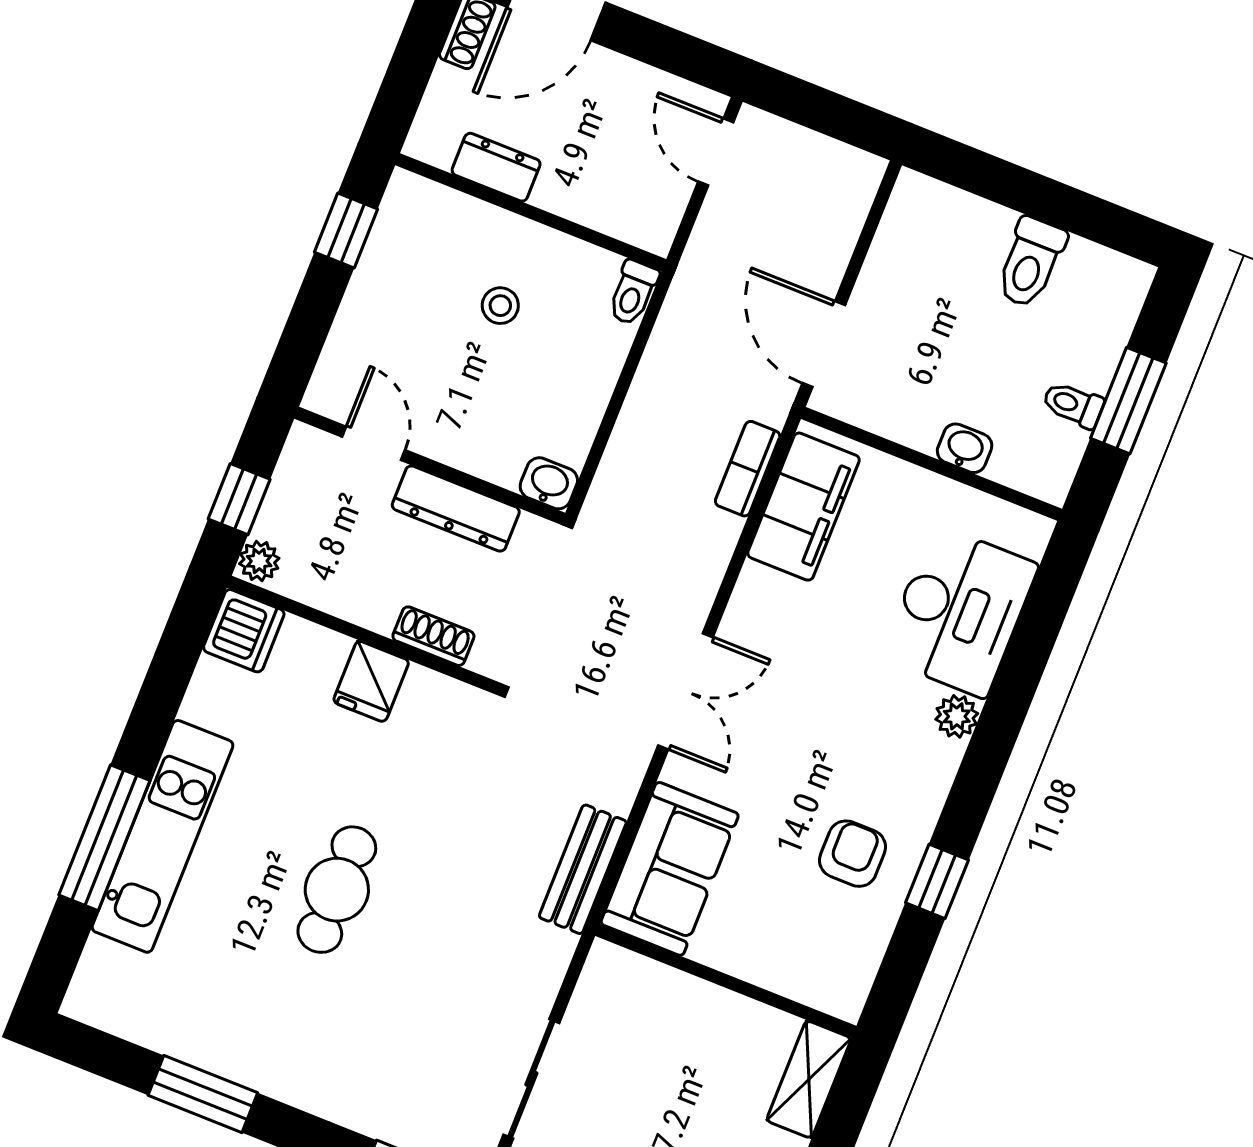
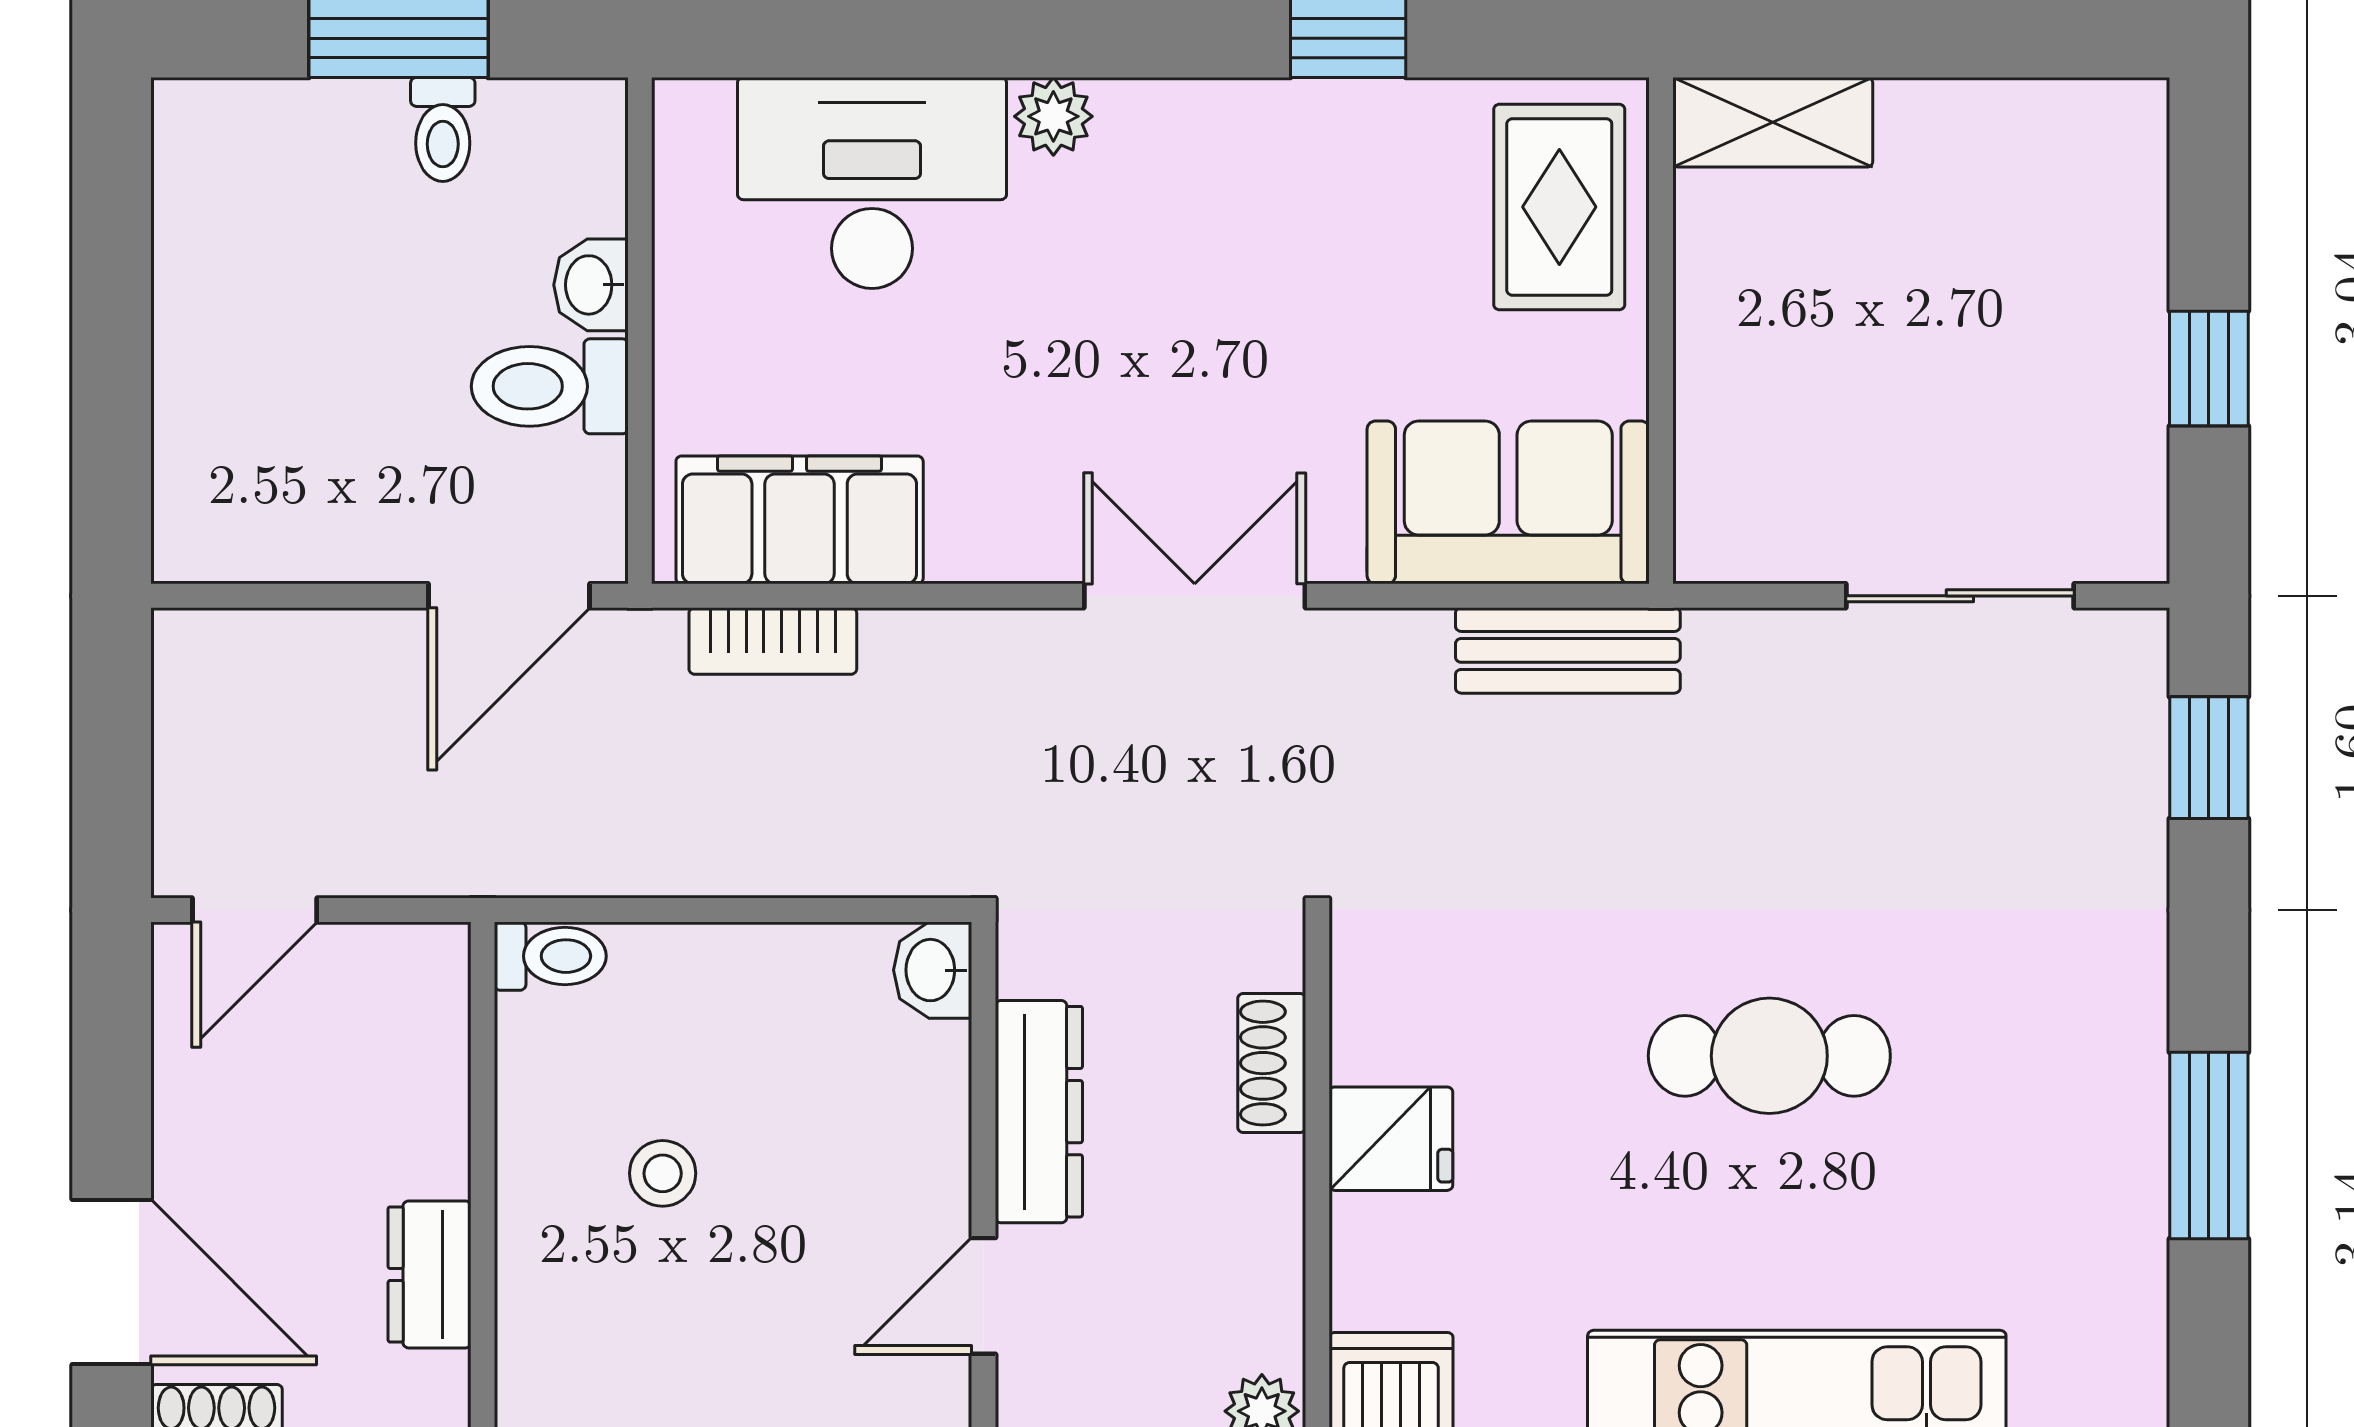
toilet: (1031, 262) -> (550, 386), moved, turned 180
armchair: (853, 854) -> (1358, 201), removed
rug: (809, 954) -> (1559, 207), added

